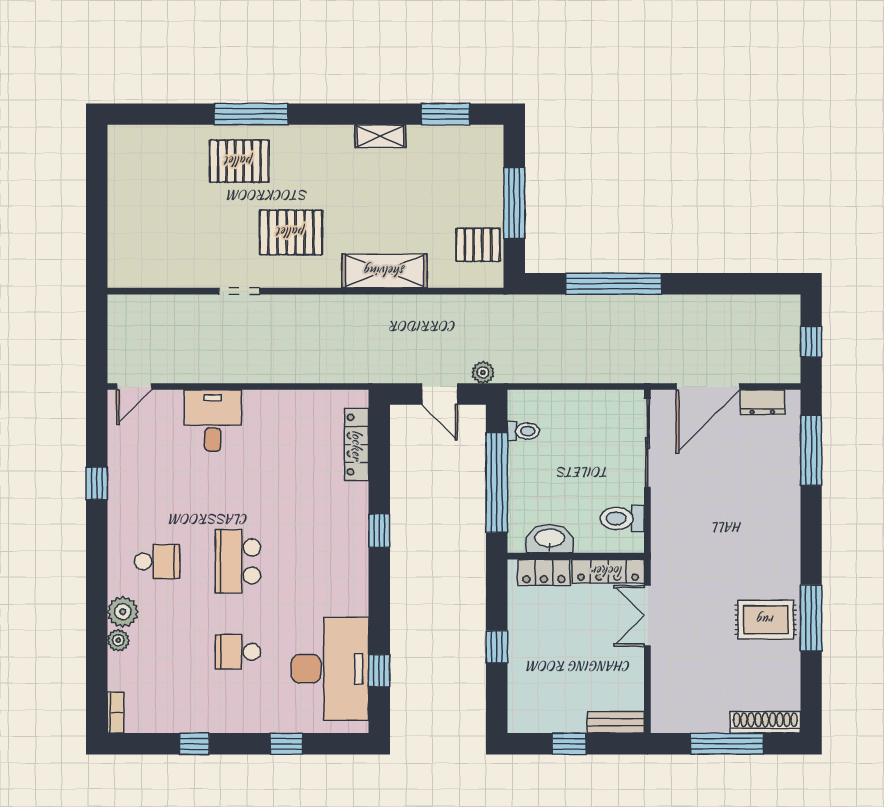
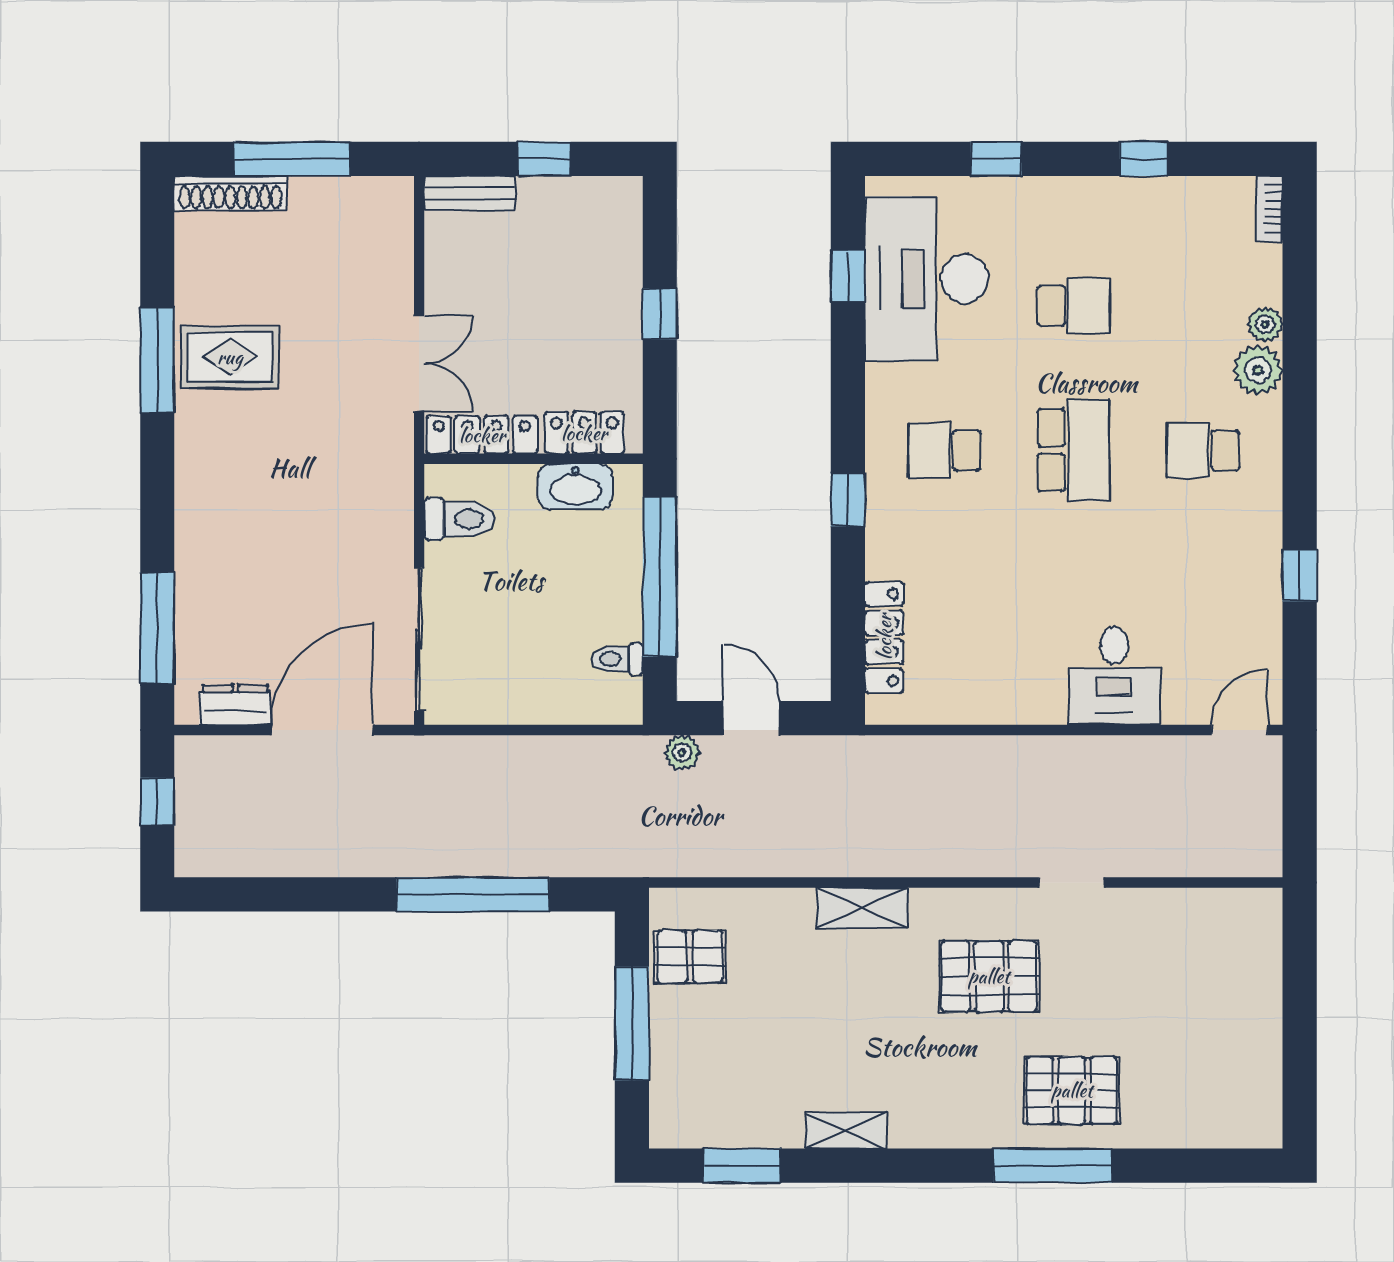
shelving: (385, 271) -> (862, 908), width x0.67, depth x0.75
school desk: (319, 561) -> (945, 450), added

